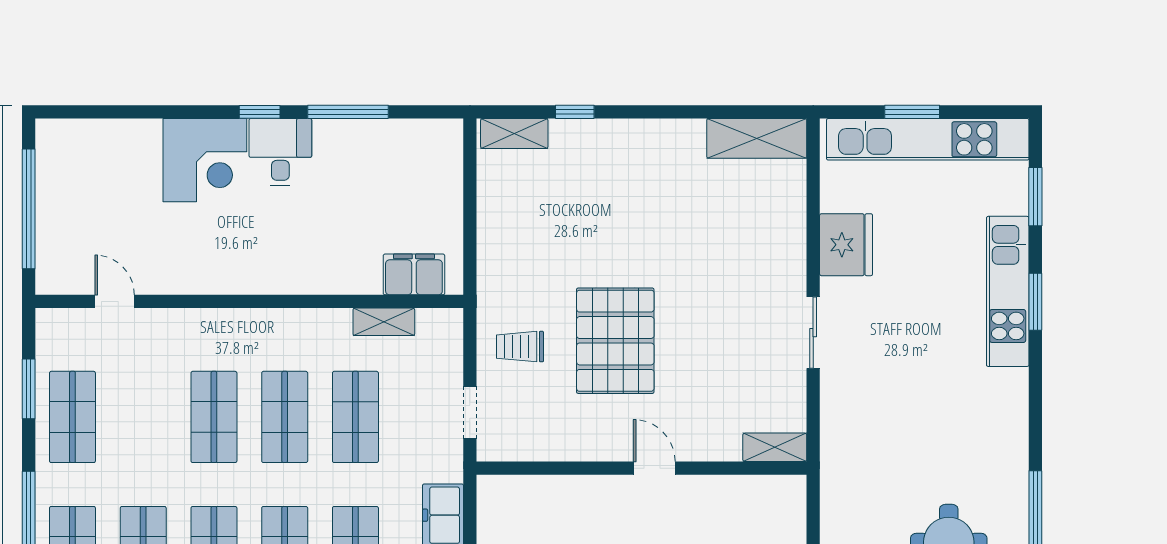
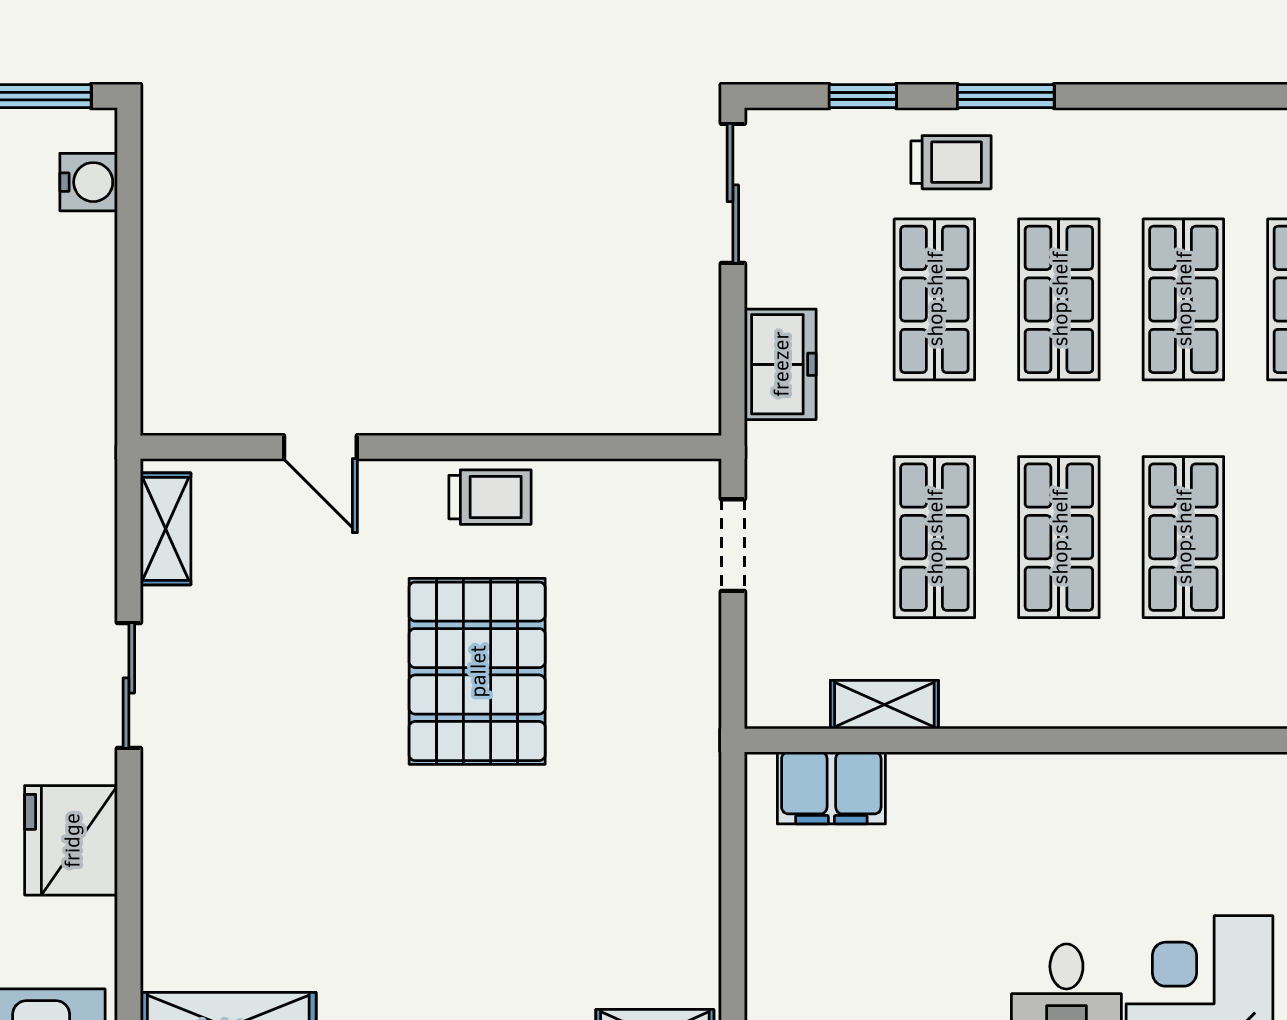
trolley: (520, 347) -> (490, 497), moved
shelving: (775, 447) -> (166, 529), moved, turned 90
door: (654, 468) -> (320, 447), moved

